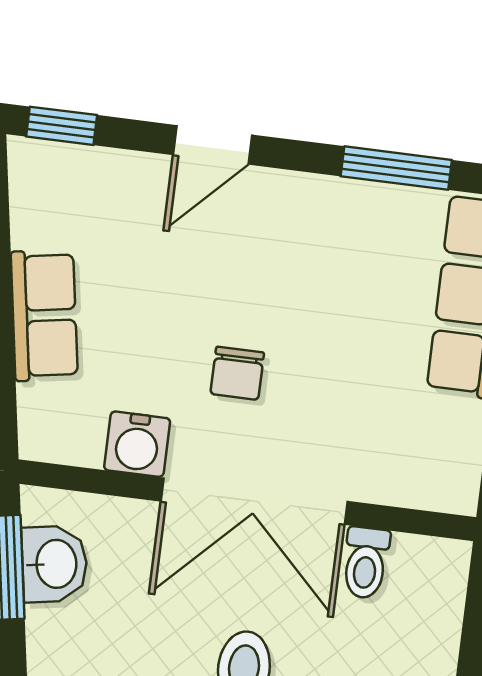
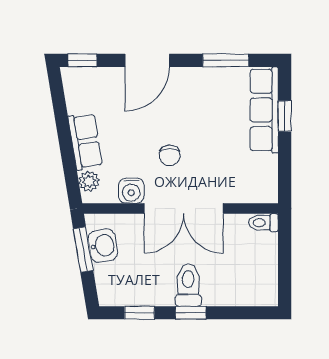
door: (213, 145) -> (147, 60), width x1.38
plant: (41, 410) -> (89, 181), added
toilet: (366, 563) -> (263, 223), moved, turned 90

